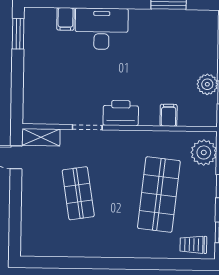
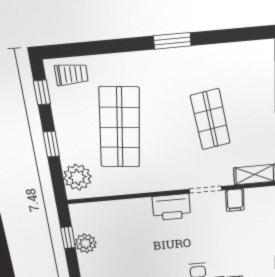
filing cabinet: (169, 115) -> (235, 200), moved
window: (105, 263) -> (172, 41), added

